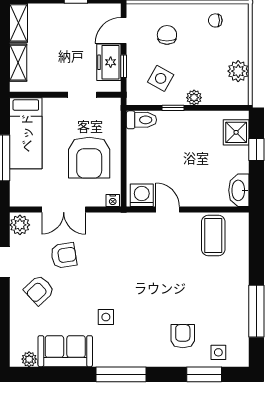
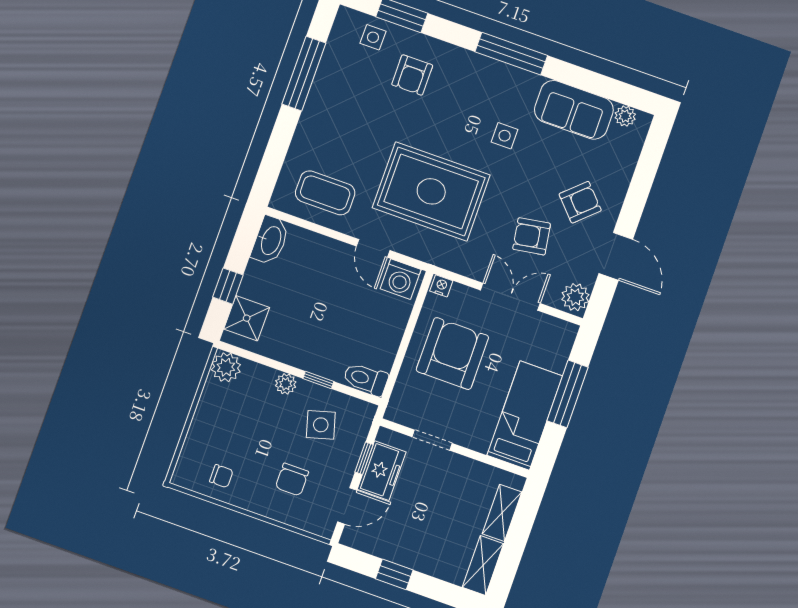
plant: (238, 71) -> (226, 367), moved
side table: (161, 78) -> (321, 425), turned 45
coffee table: (213, 236) -> (325, 193), turned 90
rug: (142, 262) -> (431, 191), added

